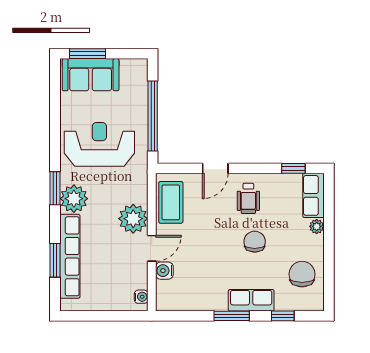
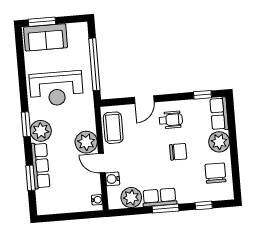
reception desk: (99, 144) -> (56, 89), turned 180
wheelchair: (248, 198) -> (171, 120), turned -90
plant: (317, 226) -> (219, 142), width x1.87, depth x1.87
chair: (255, 242) -> (178, 152), turned 90
door: (152, 248) -> (102, 163), swing flipped
row of seats: (70, 256) -> (41, 166), width x0.73
plant: (187, 298) -> (131, 198), added
row of seats: (251, 300) -> (159, 197), moved

